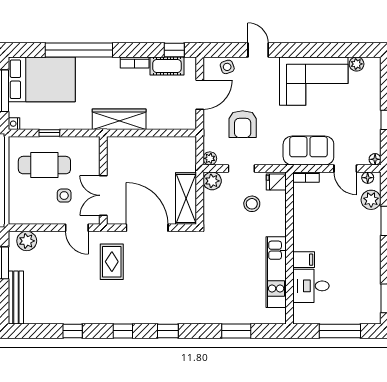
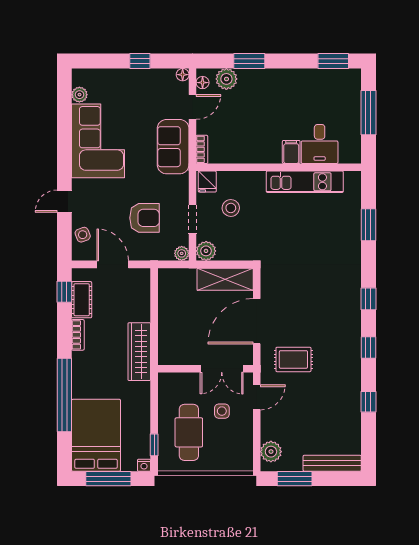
window: (49, 133) -> (154, 445), moved

